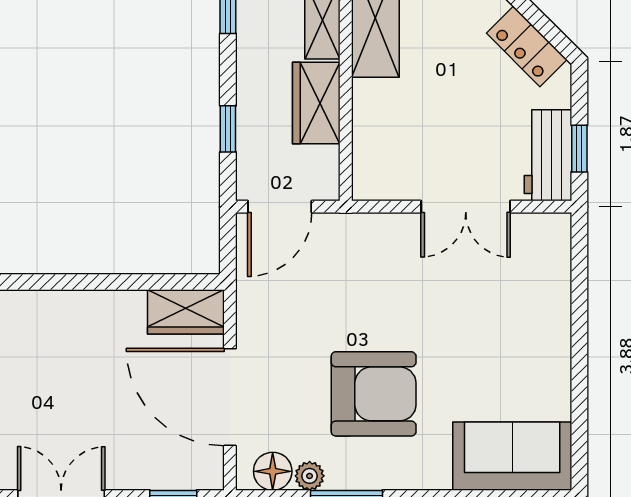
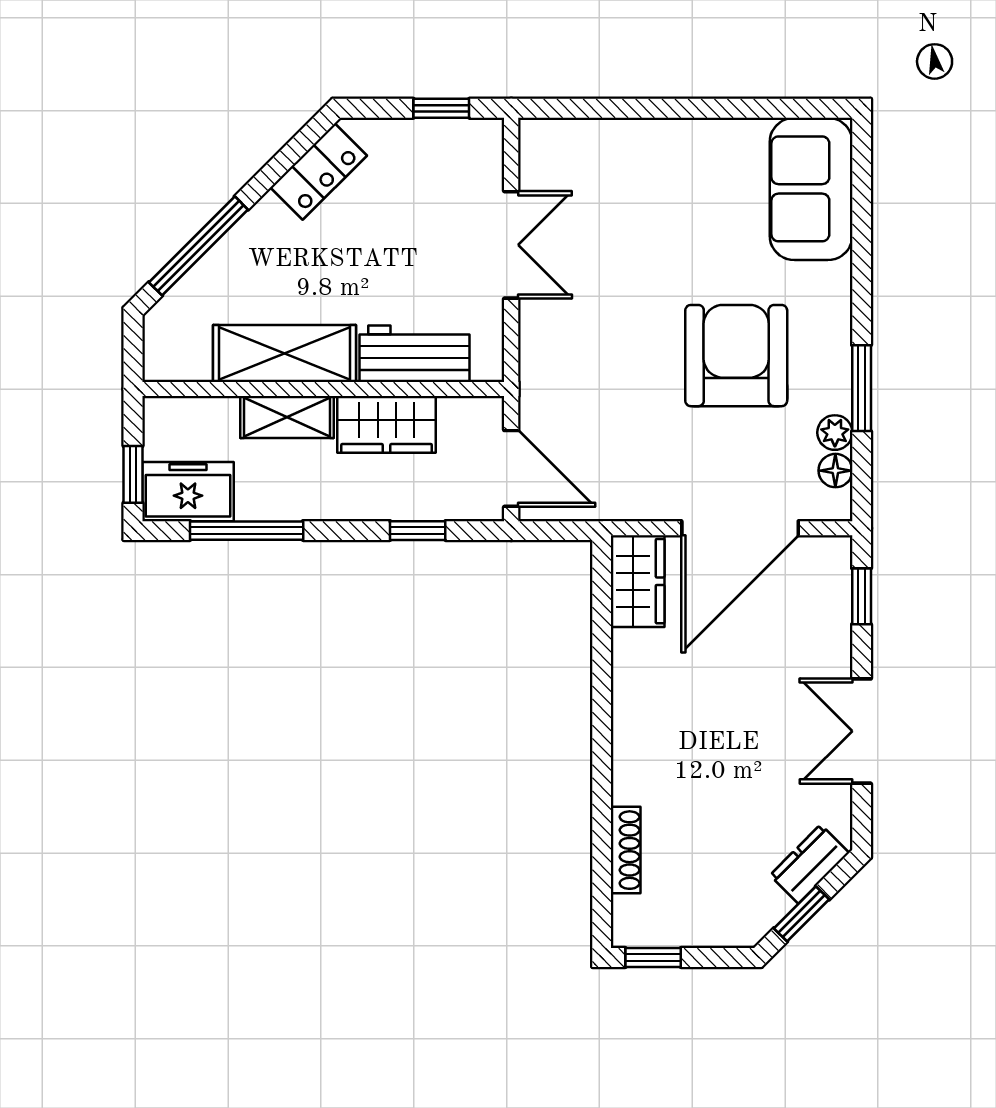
workbench: (548, 155) -> (414, 354), moved, turned 180
floor lamp: (273, 471) -> (835, 471), width x0.73, depth x0.73

